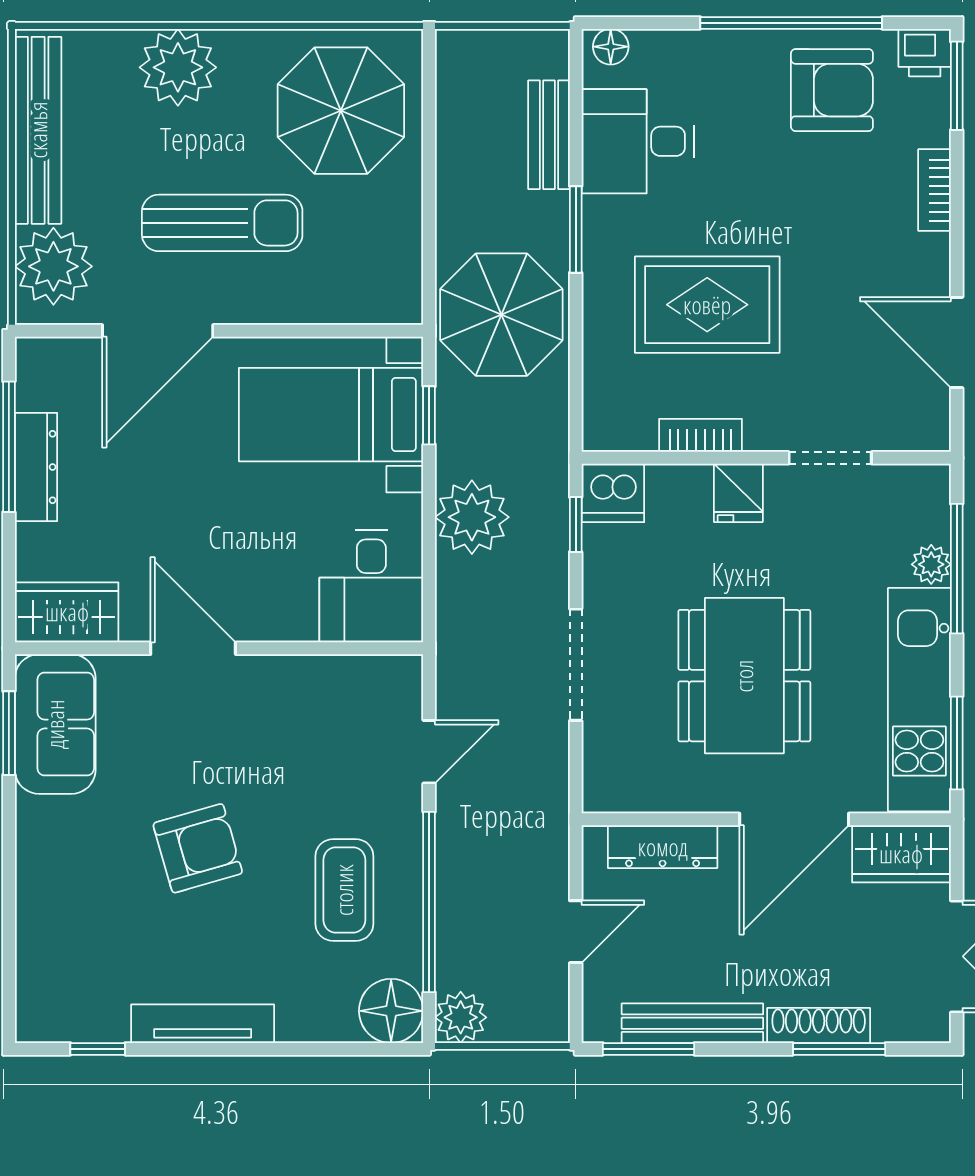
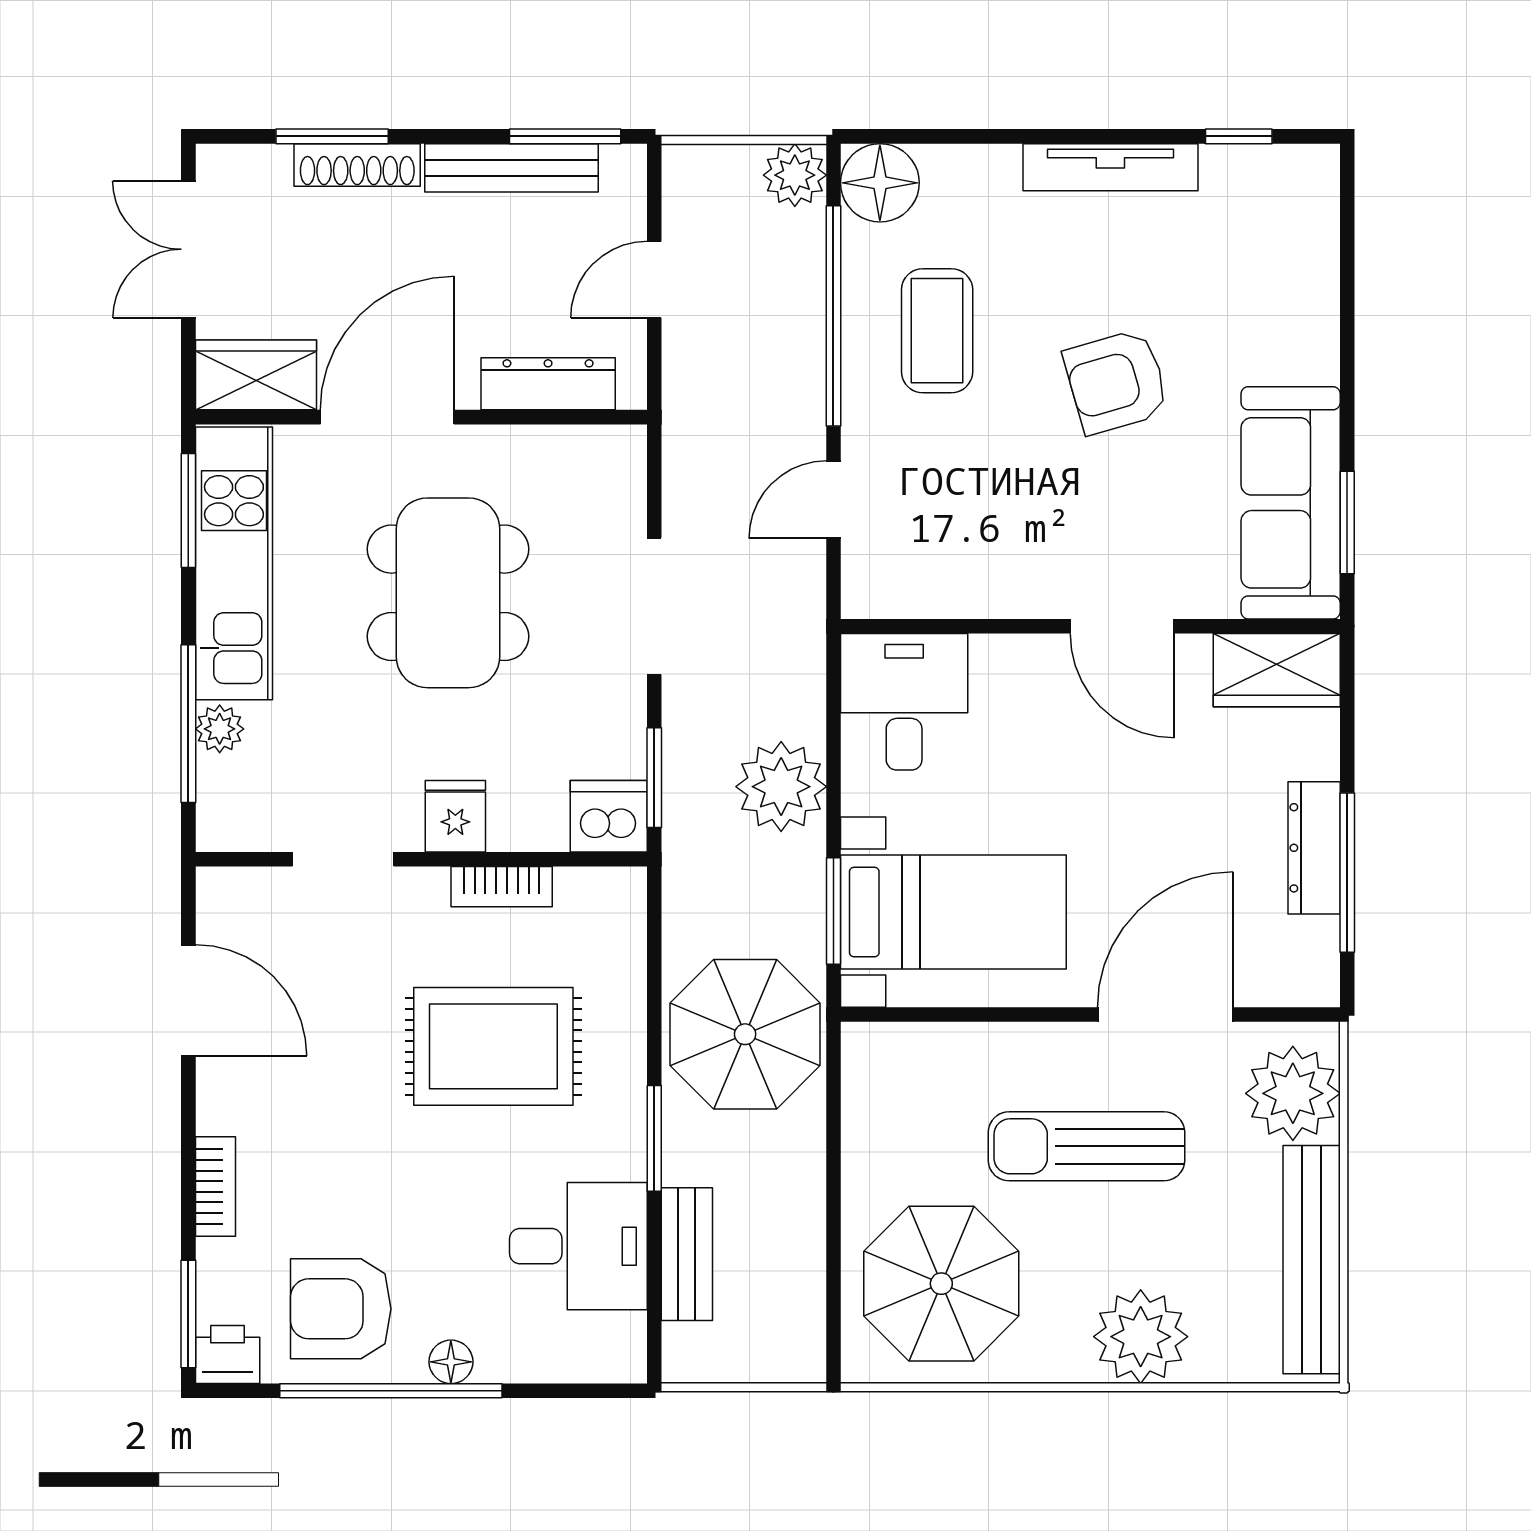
floor lamp: (611, 47) -> (451, 1362), moved
window: (429, 415) -> (833, 911), width x1.50
window: (576, 525) -> (654, 778), width x1.50
sofa: (55, 724) -> (1291, 503), width x1.36

